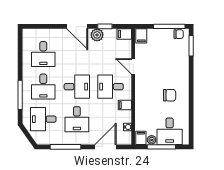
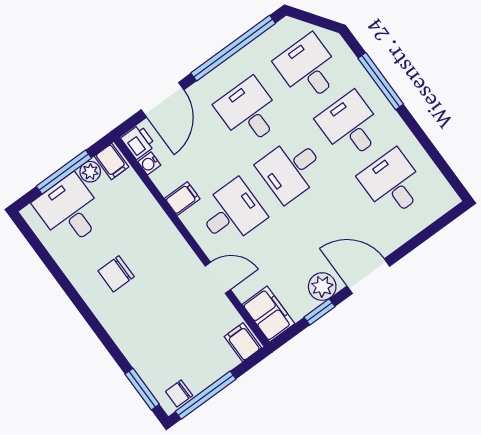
filing cabinet: (124, 34) -> (268, 314), width x2.00
desk: (43, 119) -> (308, 68), turned -90
printer: (126, 138) -> (138, 142), added
window: (66, 147) -> (233, 48), width x1.46

